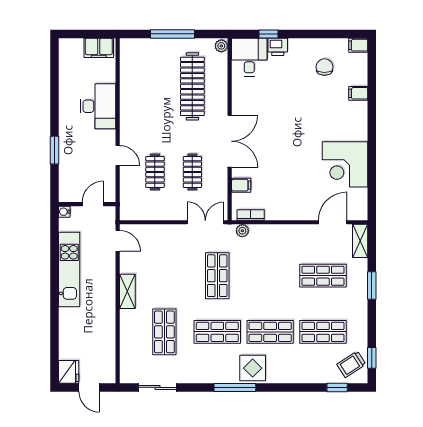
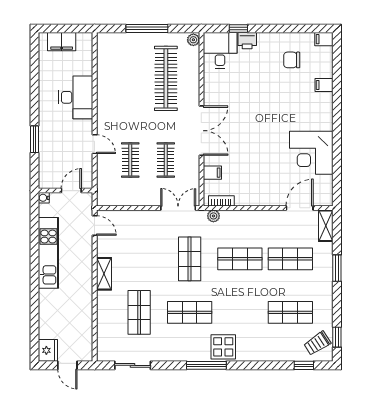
filing cabinet: (99, 48) -> (62, 42), moved
chair: (324, 67) -> (292, 60), turned -90
shop shelf: (270, 332) -> (240, 259), moved

